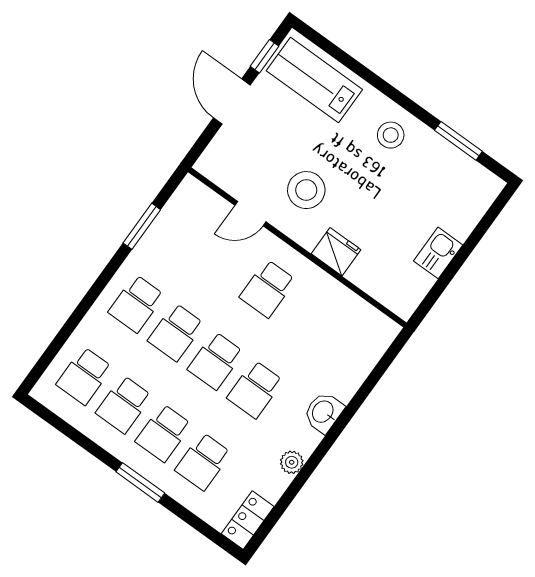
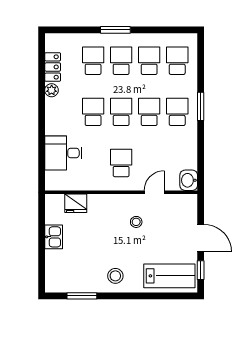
stool: (306, 190) -> (136, 222), width x0.53, depth x0.53
window: (142, 226) -> (201, 106), moved
fridge: (336, 252) -> (76, 203), moved
desk: (339, 361) -> (63, 153), added
washbasin: (323, 412) -> (189, 180), moved, turned 180
locker: (248, 520) -> (53, 67), moved

